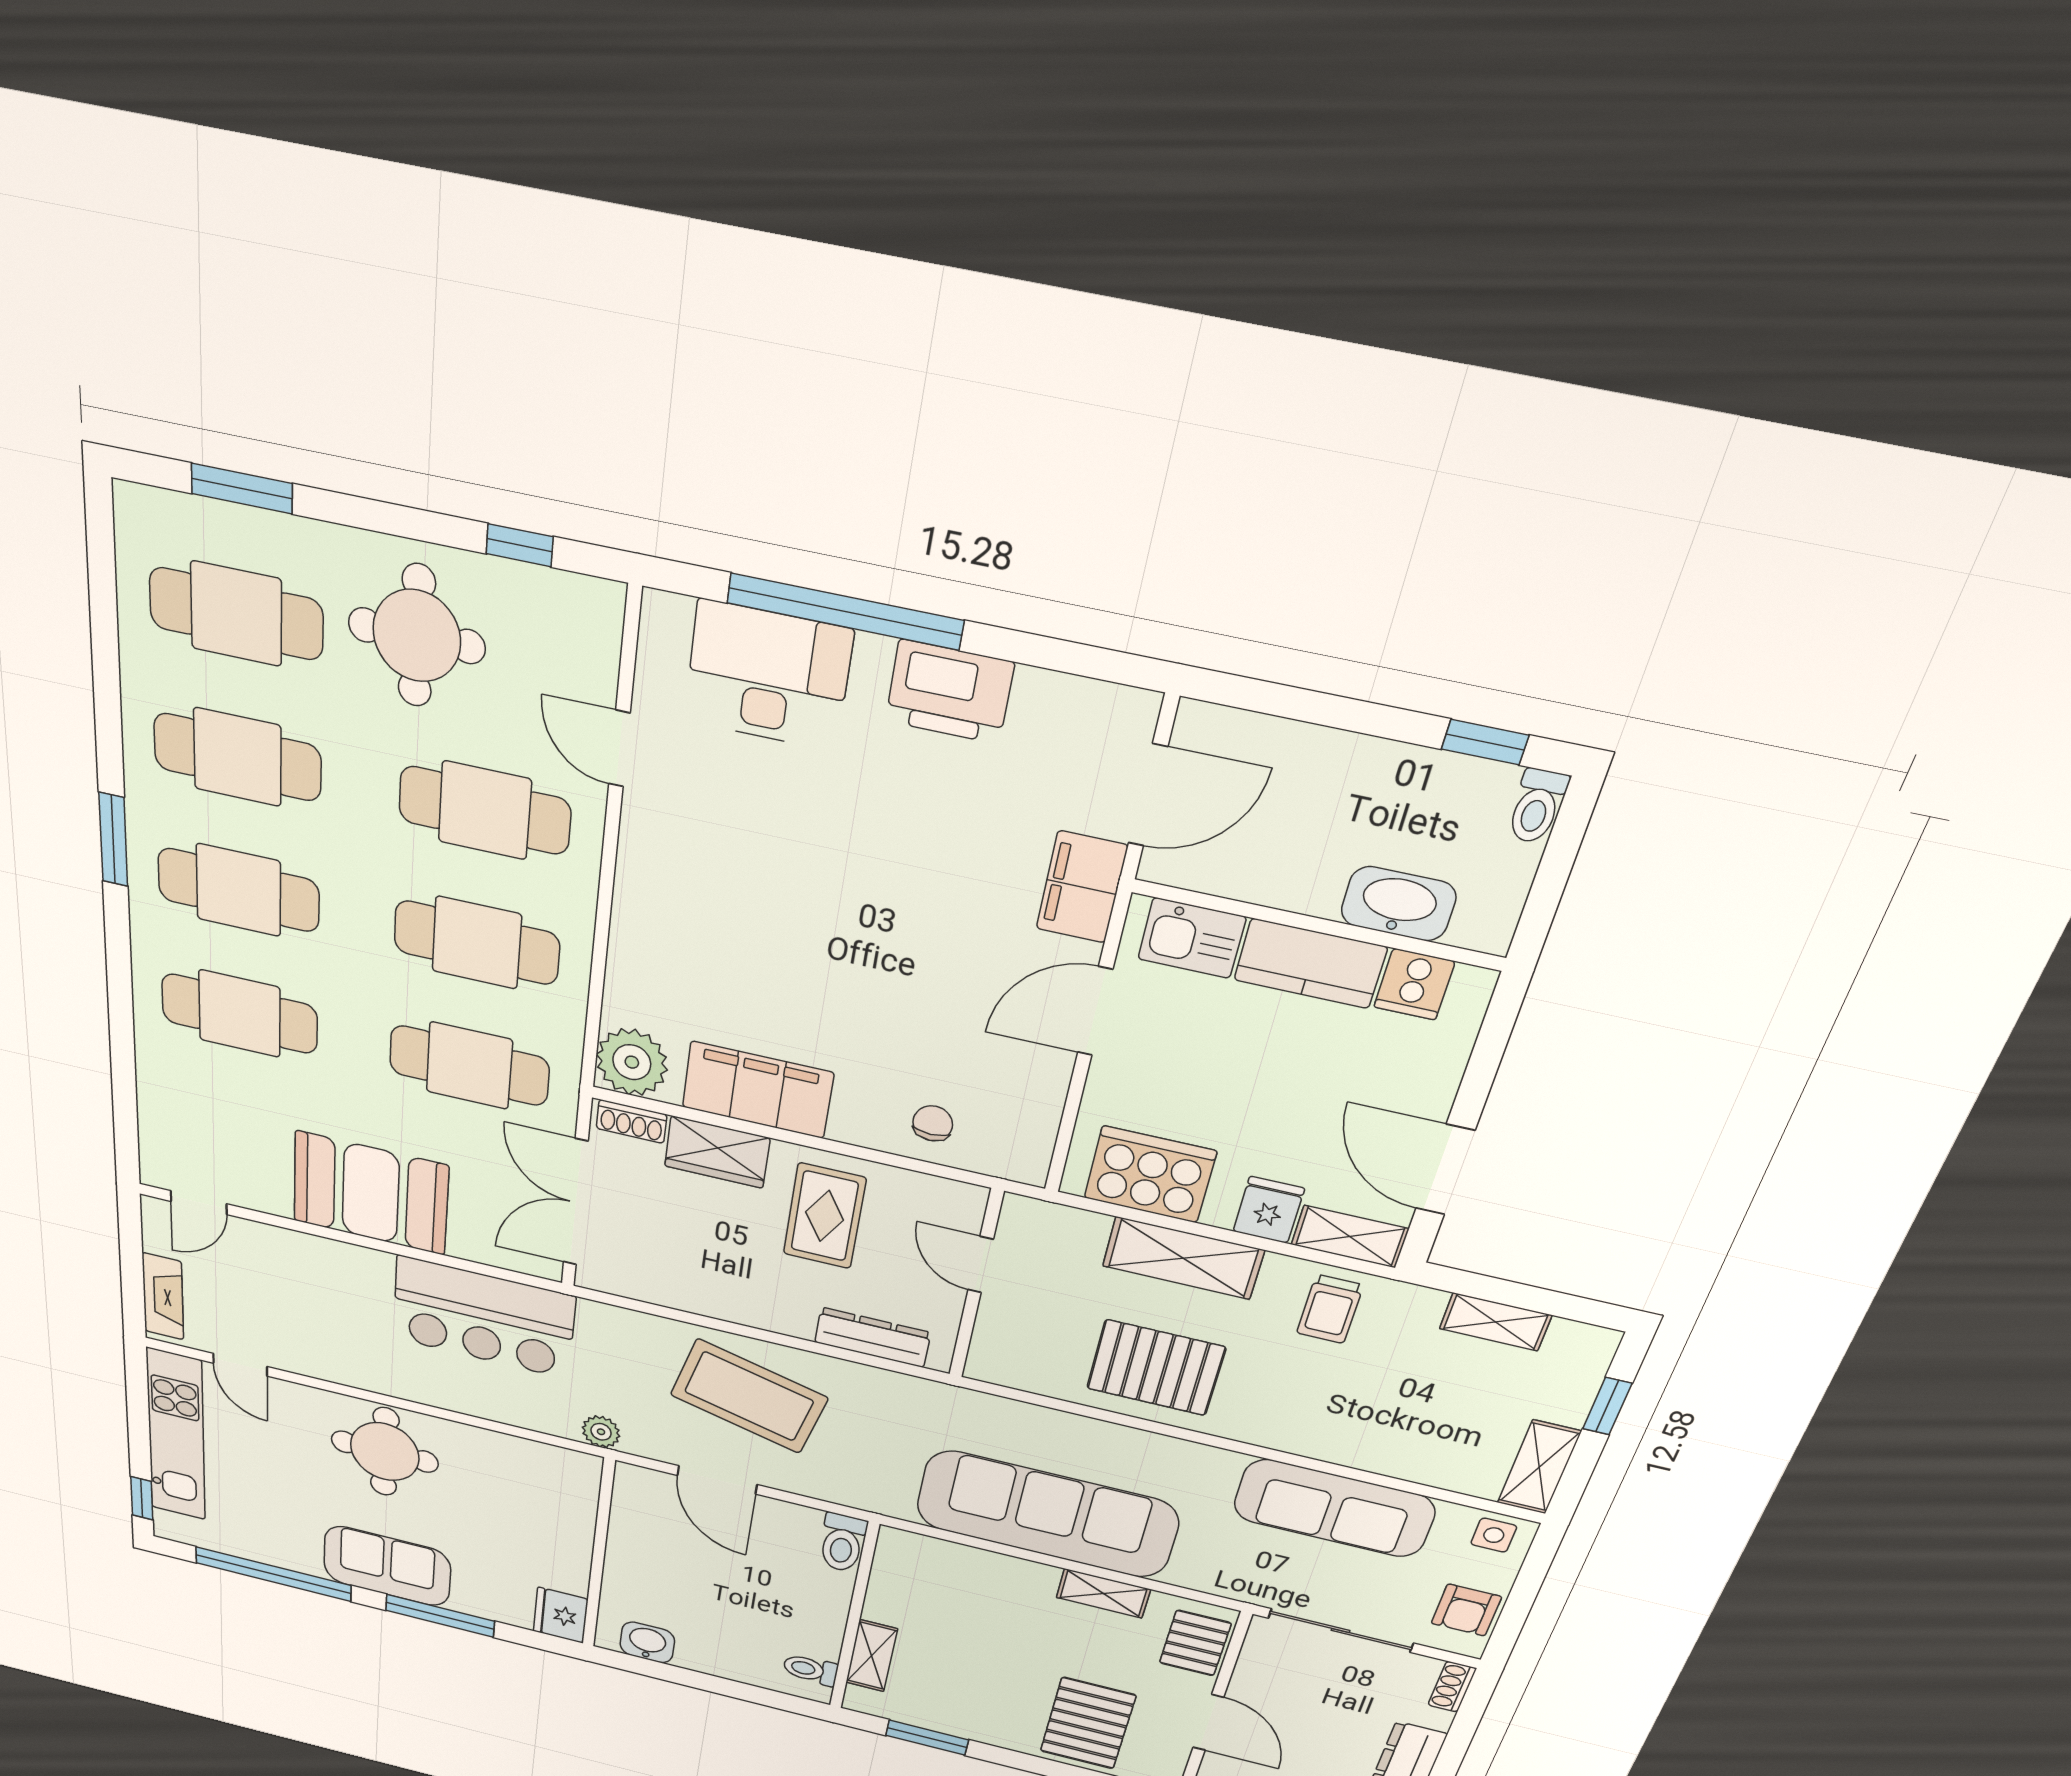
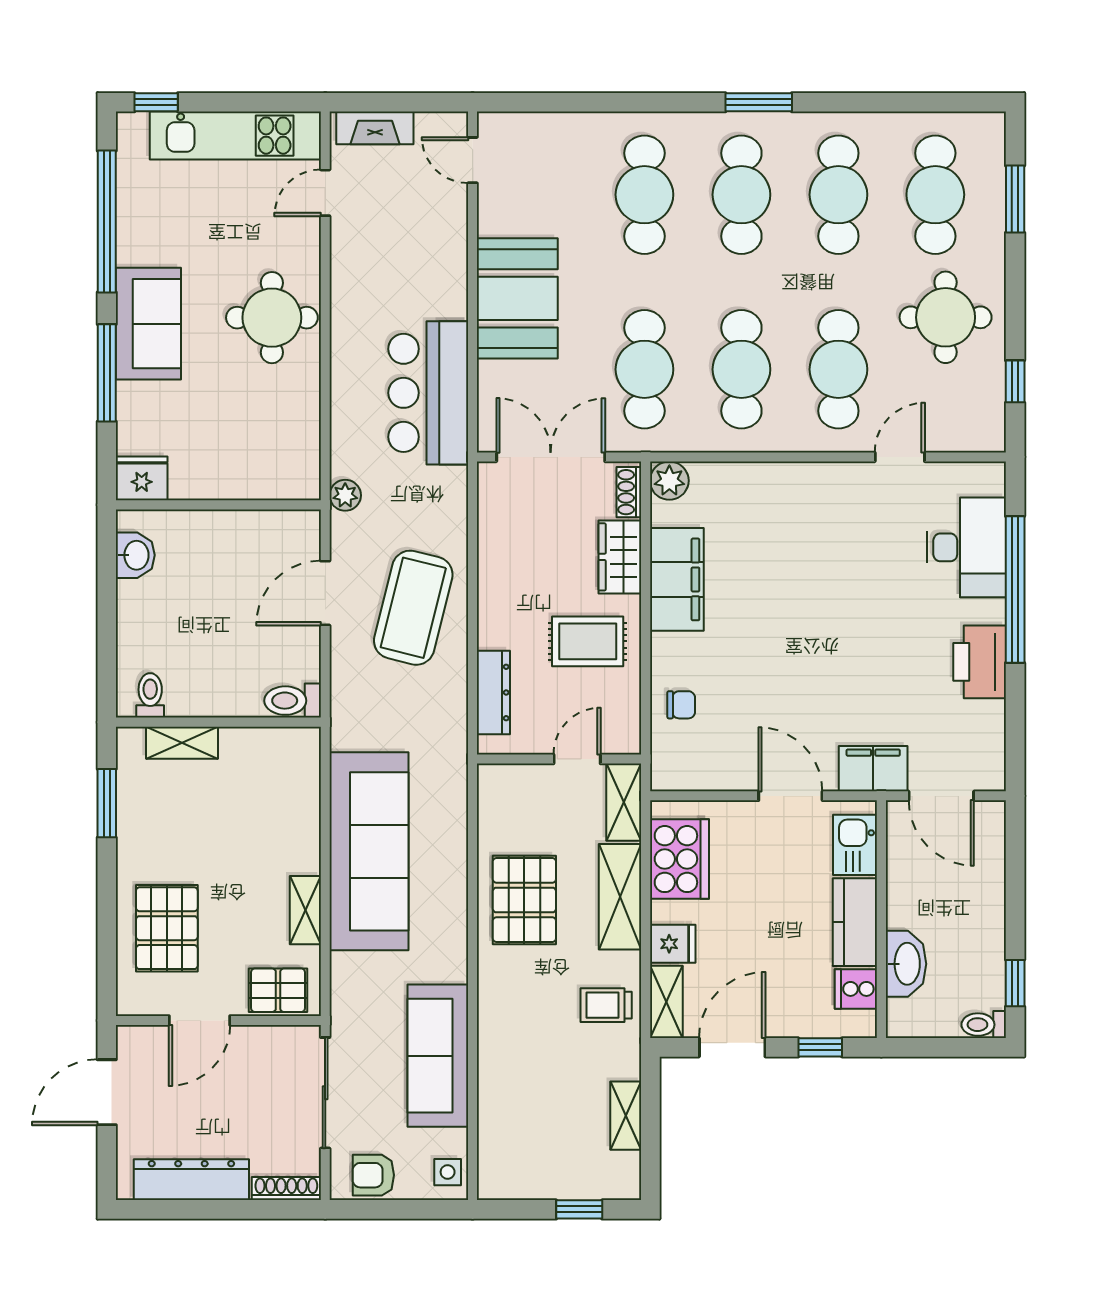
window: (1487, 1053) -> (820, 1047), added
plant: (632, 1062) -> (669, 481), width x0.73, depth x0.73
shelving: (1539, 1467) -> (624, 802), moved, turned 90
shoe rack: (1452, 1687) -> (286, 1189), width x1.43
pallet: (1088, 1723) -> (167, 928), turned 90

